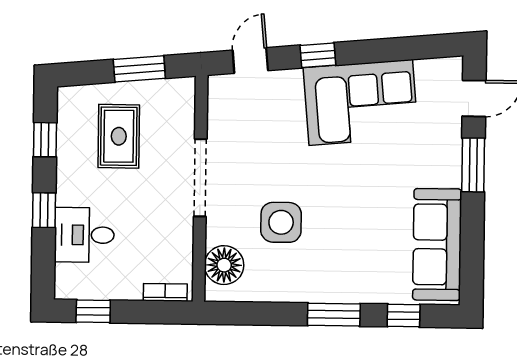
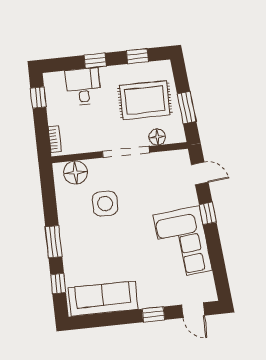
floor lamp: (182, 123) -> (157, 137), added
rug: (119, 136) -> (145, 100), width x1.36, depth x1.43
window: (473, 165) -> (153, 314), width x0.67

